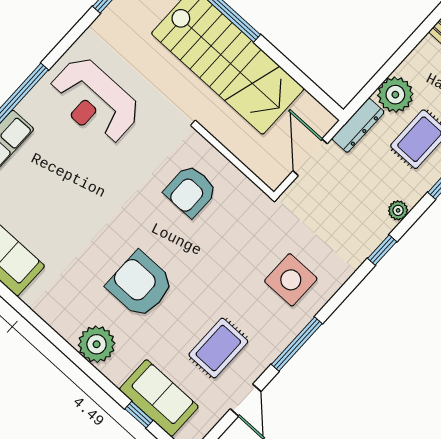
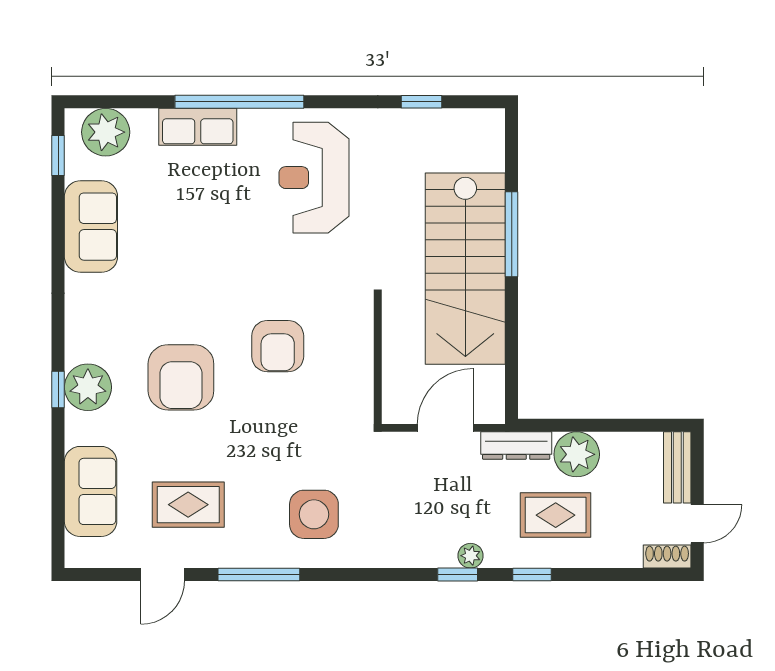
armchair: (191, 191) -> (278, 346), moved, turned -90
window: (382, 250) -> (458, 575), moved
armchair: (140, 285) -> (181, 377), turned 180
window: (139, 415) -> (58, 389), moved

